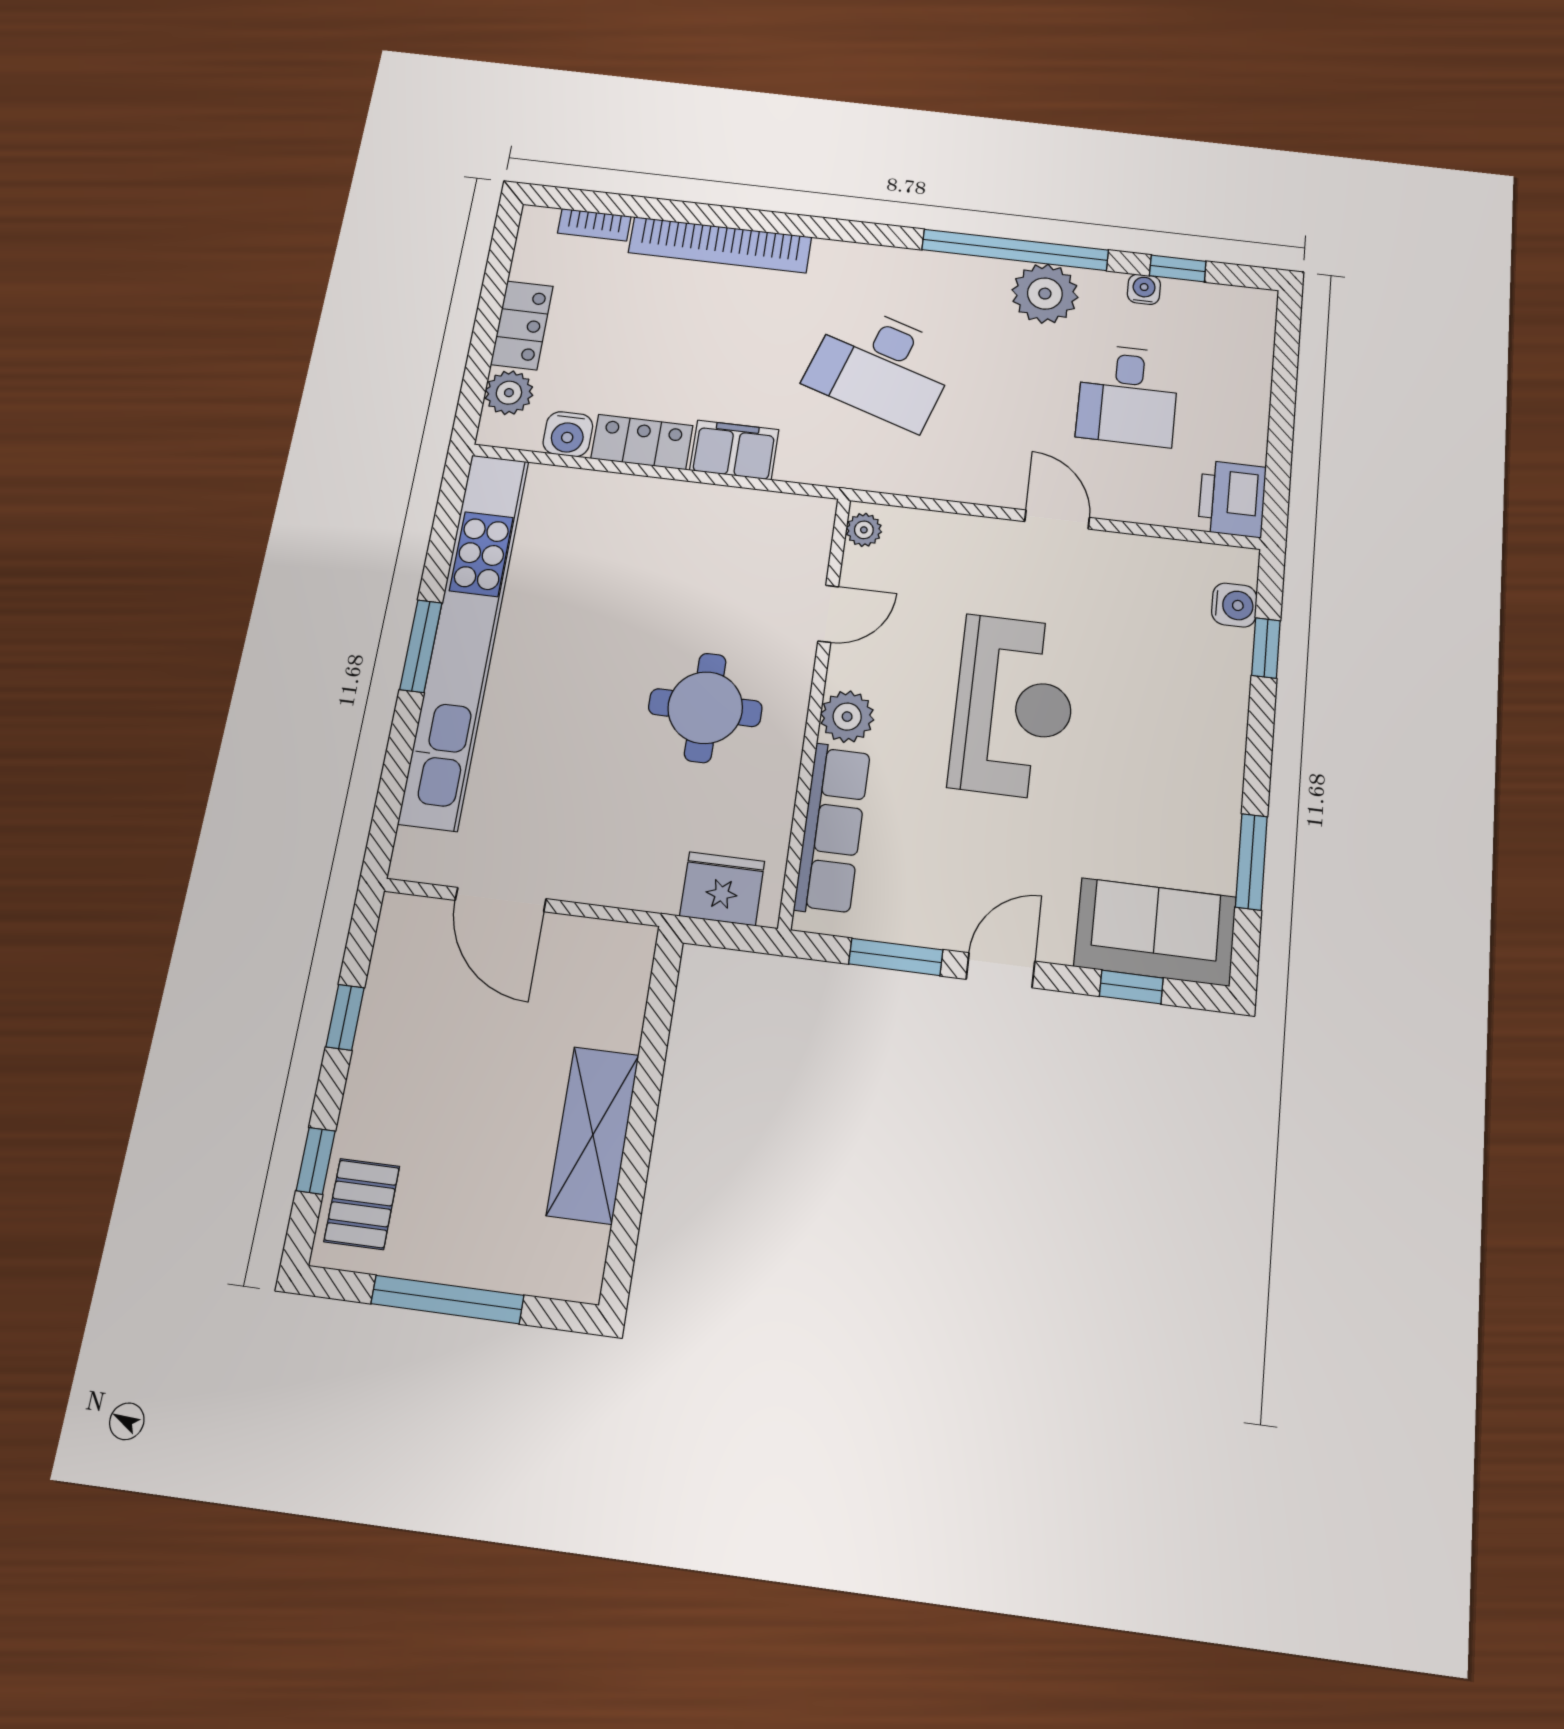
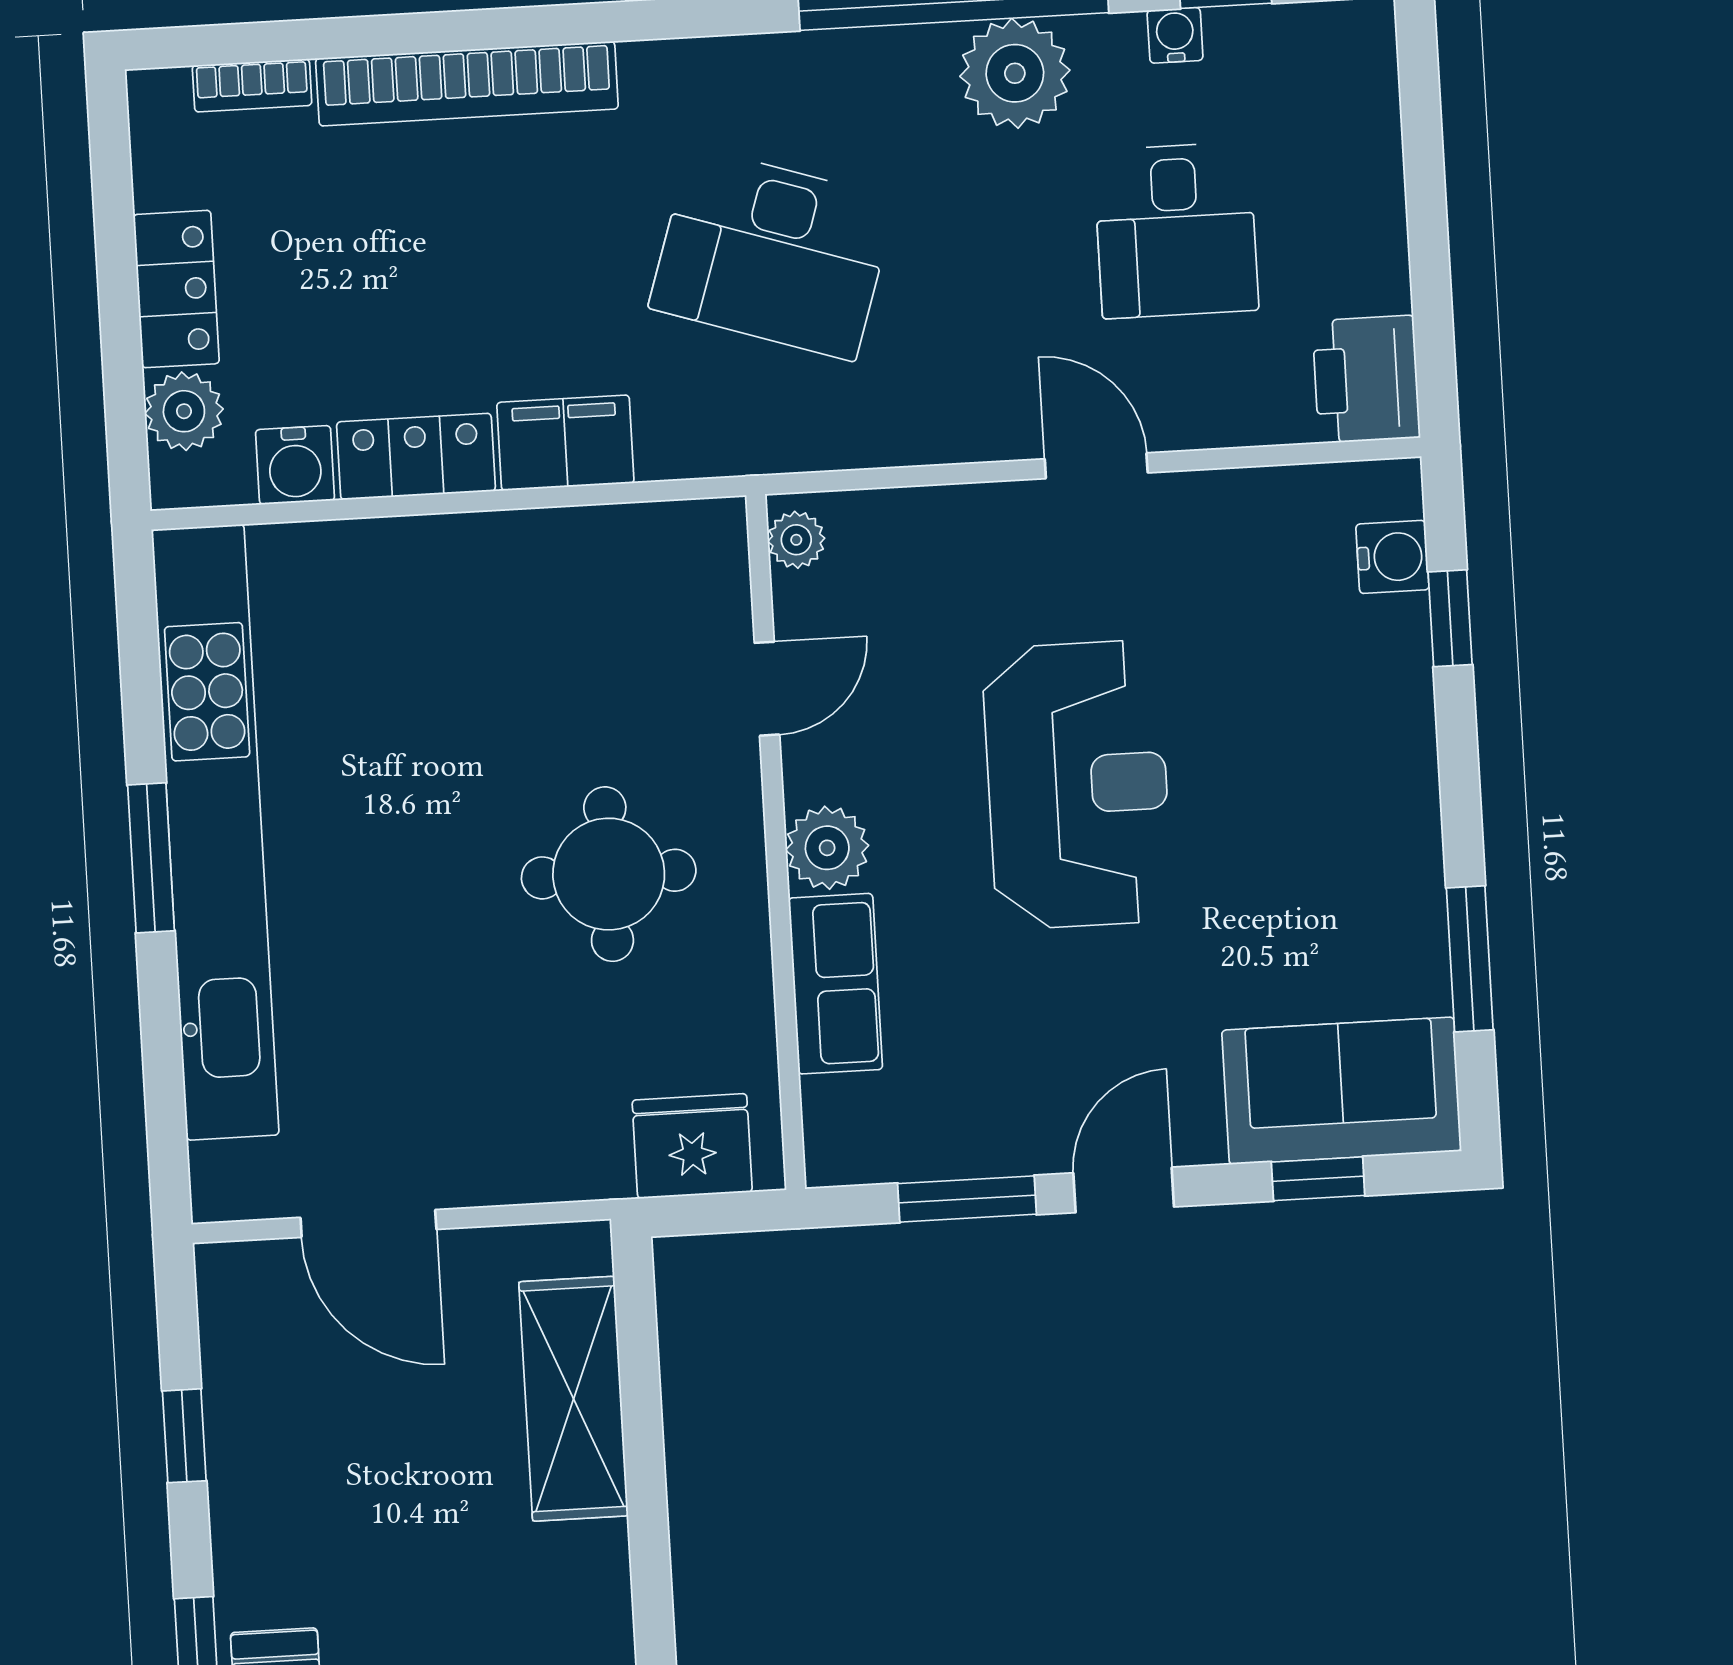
row of seats: (832, 829) -> (835, 984), width x0.68
shelving: (593, 1135) -> (574, 1399), moved

